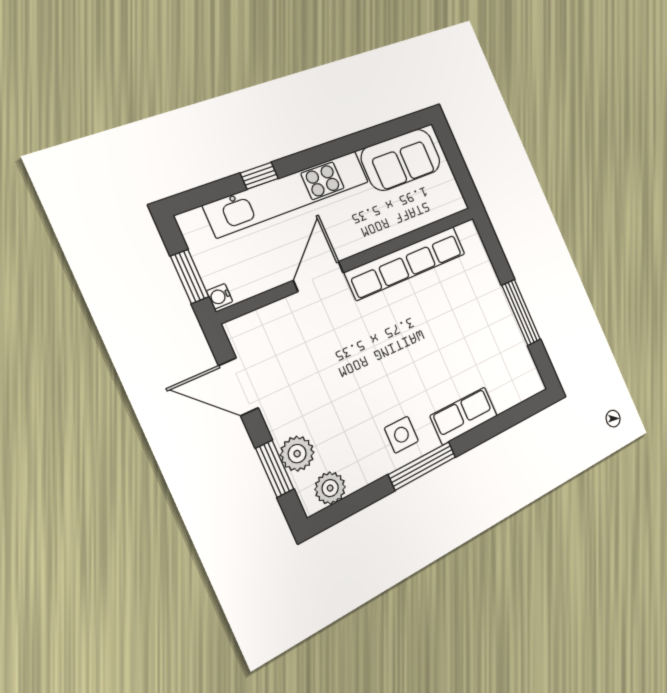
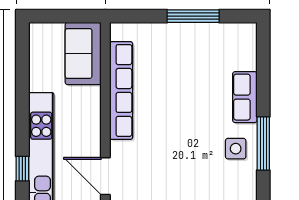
sofa: (401, 160) -> (83, 53), moved, turned 180
door: (319, 277) -> (105, 176), moved

